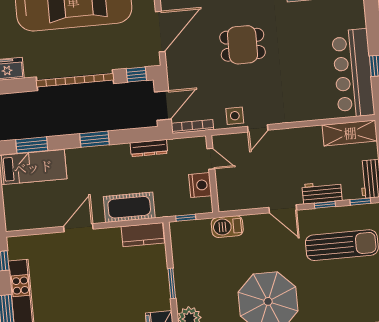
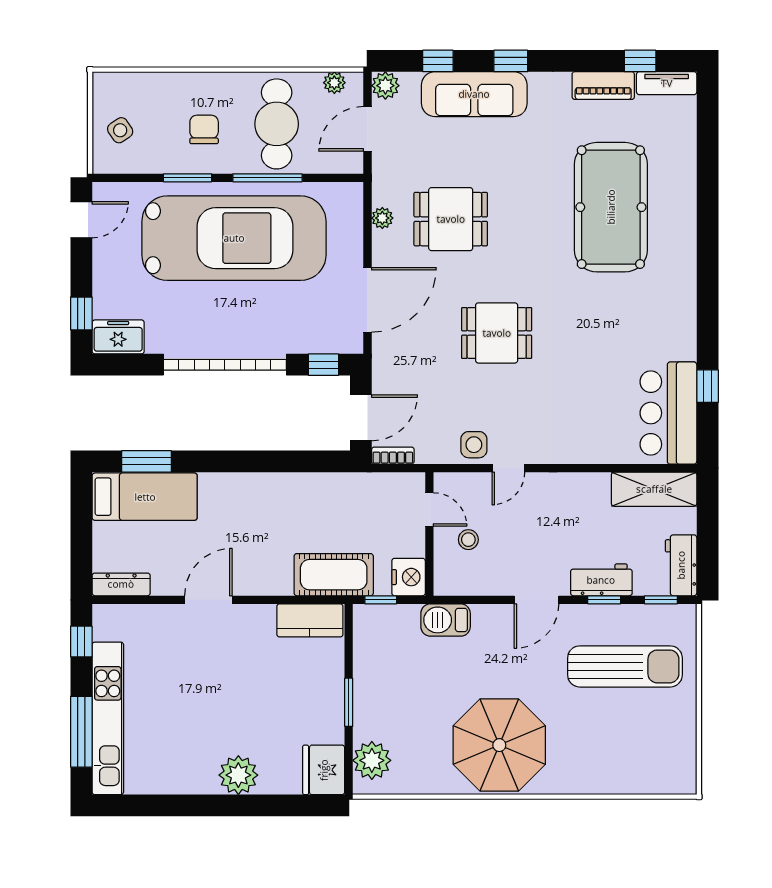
bar counter: (353, 73) -> (668, 413), width x0.73
bookcase: (192, 126) -> (393, 456), width x0.64
window: (95, 139) -> (247, 461), removed
dresser: (149, 148) -> (121, 584), moved, turned 180
stool: (237, 175) -> (468, 540), added
nightstand: (200, 185) -> (409, 577), moved
cot: (129, 207) -> (334, 575), moved
door: (283, 209) -> (536, 600), hinge flipped

